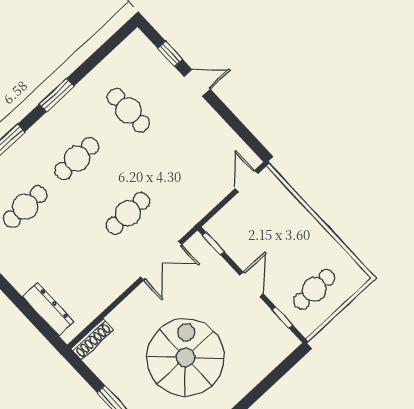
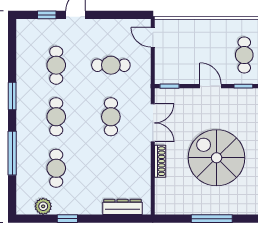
cafe table: (128, 110) -> (56, 65), turned 90
cafe table: (180, 165) -> (111, 65), added
shoe rack: (92, 339) -> (160, 161), moved

